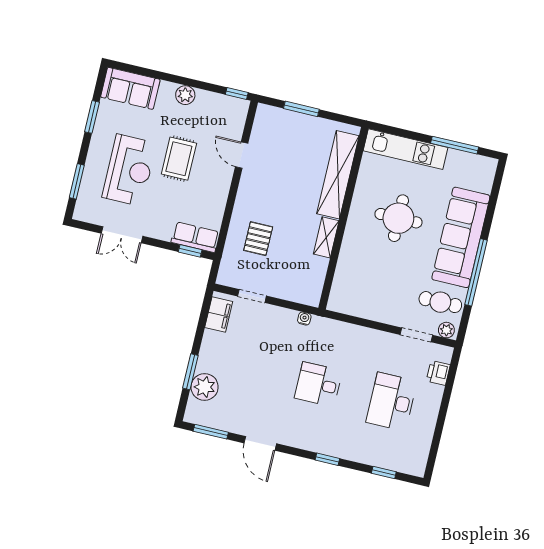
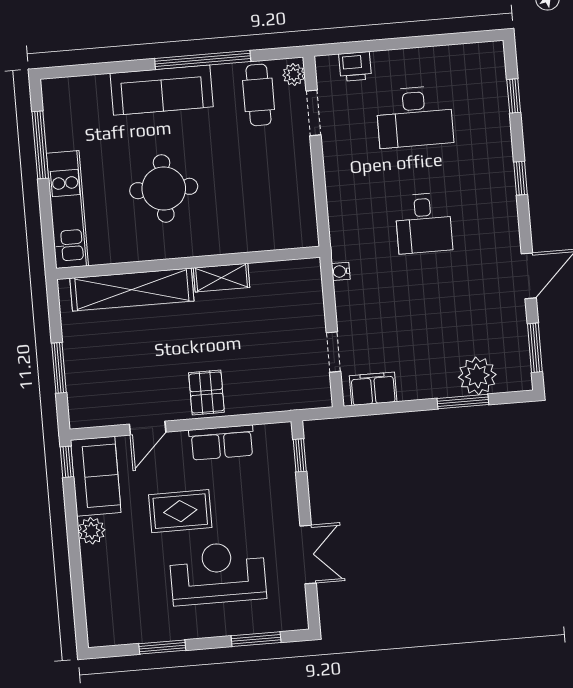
sofa: (130, 88) -> (96, 476), moved
row of seats: (195, 237) -> (222, 443), moved, turned -90
sofa: (461, 237) -> (162, 90), width x0.74, depth x0.79
pallet: (258, 239) -> (206, 392), moved, turned 90

